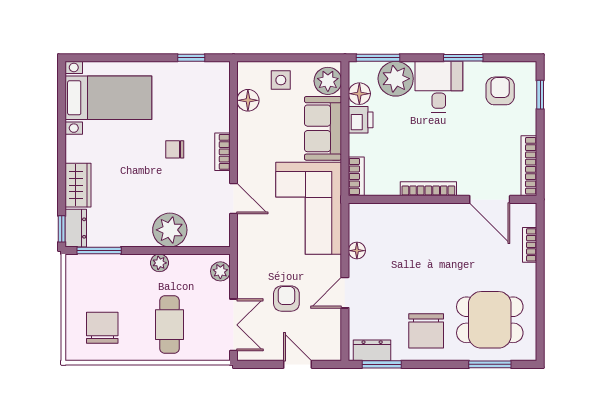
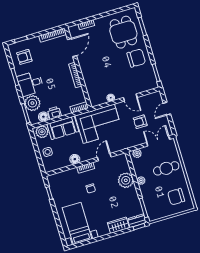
floor lamp: (248, 100) -> (75, 159), moved
dresser: (372, 350) -> (151, 79), removed

